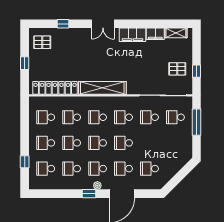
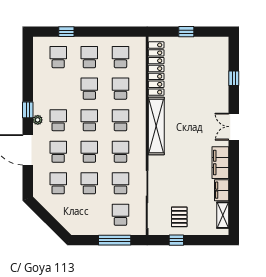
pallet: (42, 42) -> (212, 53), removed
school desk: (72, 169) -> (89, 183), moved

